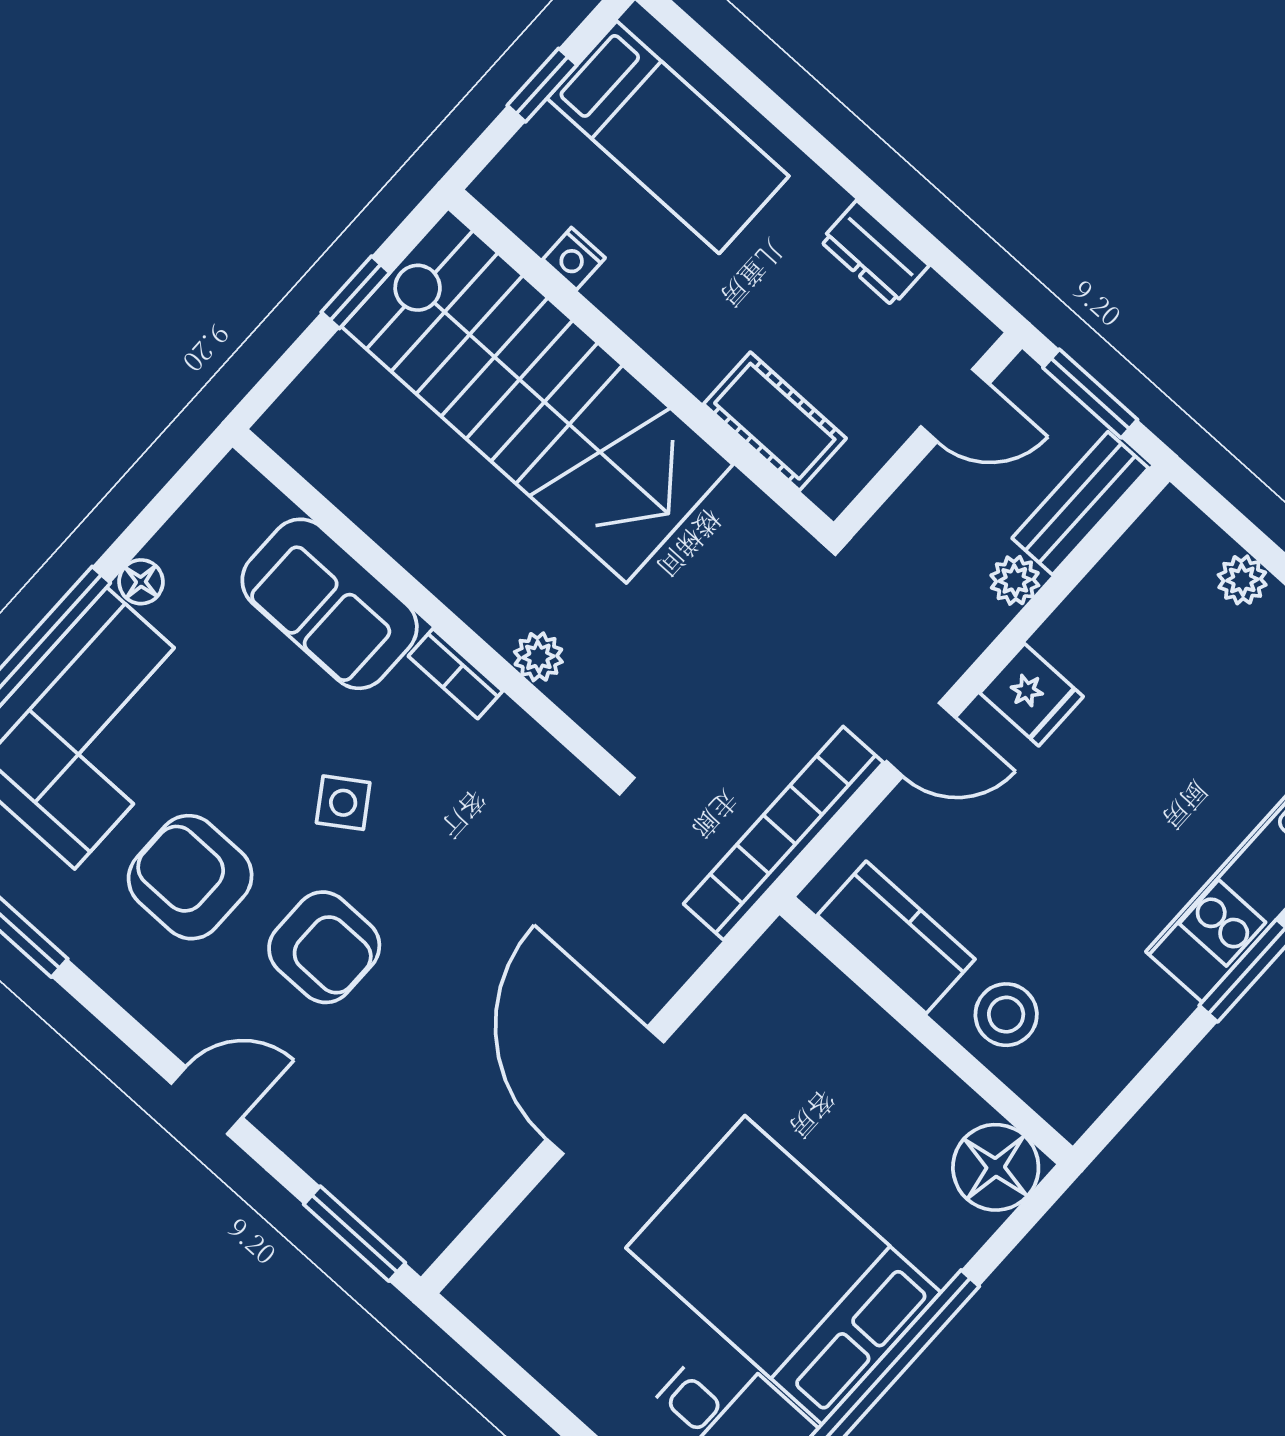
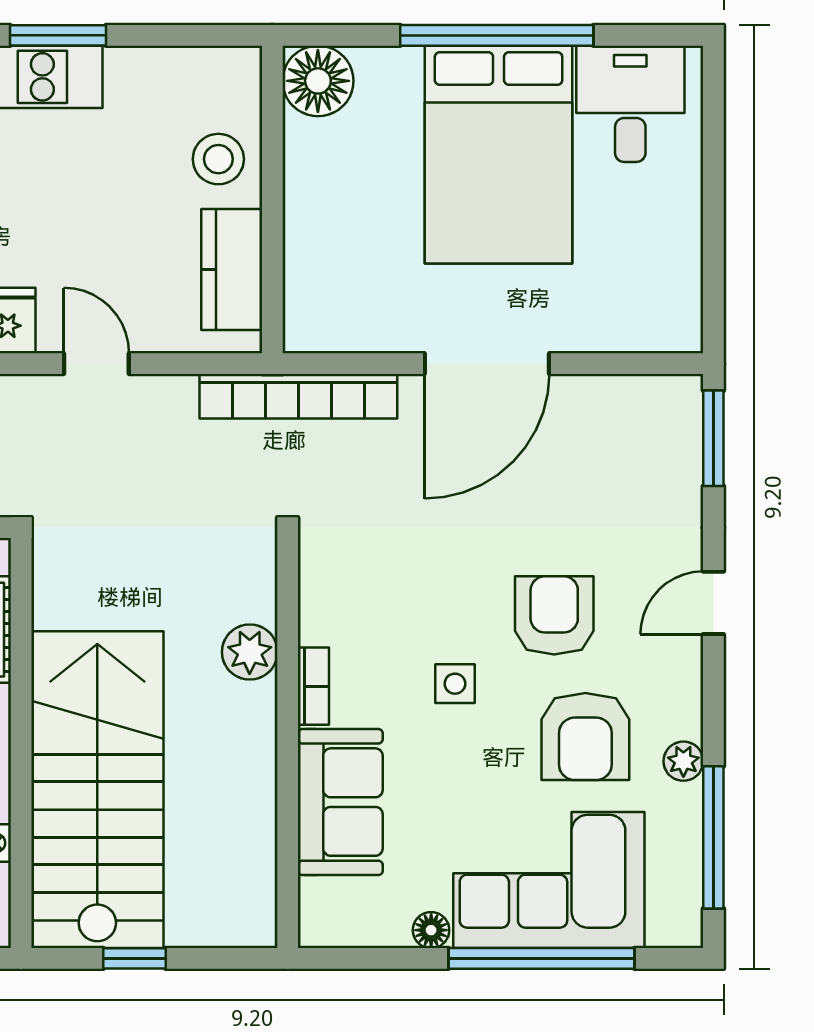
plant: (538, 657) -> (250, 652), width x1.38, depth x1.38
side table: (343, 803) -> (455, 684), turned 34
bookcase: (783, 833) -> (298, 396), moved
plant: (89, 945) -> (683, 761), added
door: (207, 1100) -> (713, 603), hinge flipped

